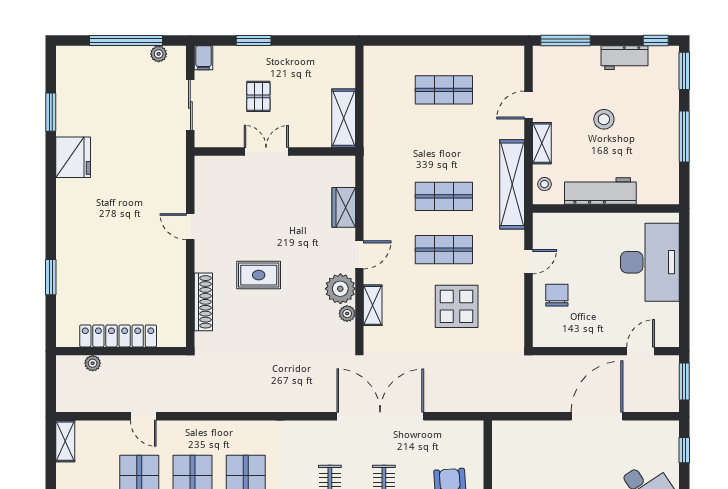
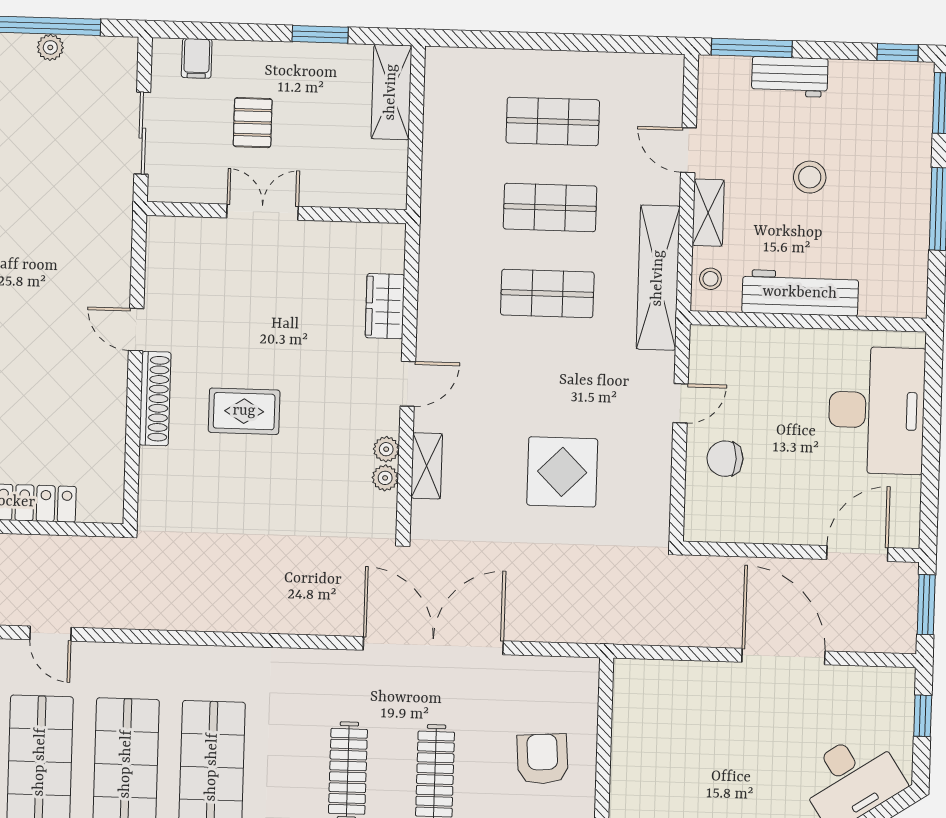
window: (254, 41) -> (320, 34), moved
plant: (159, 54) -> (50, 47), moved
filing cabinet: (204, 58) -> (197, 58), moved
workbench: (624, 58) -> (790, 77), moved
door: (528, 105) -> (688, 150), hinge flipped
shelving: (344, 118) -> (391, 92), moved
shop shelf: (444, 250) -> (550, 207), moved
plant: (340, 289) -> (386, 449), width x0.53, depth x0.53
chair: (557, 295) -> (725, 459), turned -90
shoe rack: (203, 302) -> (155, 399), moved
door: (641, 351) -> (857, 554), width x1.38
door: (597, 416) -> (783, 657), hinge flipped

